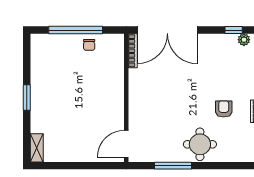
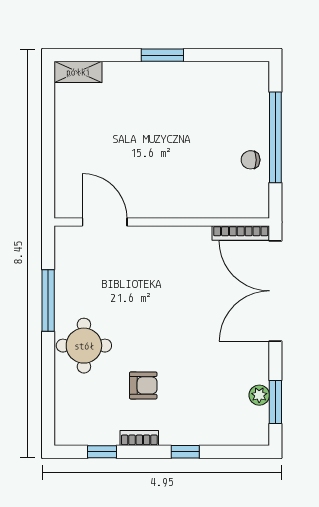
window: (234, 30) -> (275, 402), width x1.50
plant: (244, 40) -> (259, 395), moved
door: (126, 144) -> (105, 222), moved

